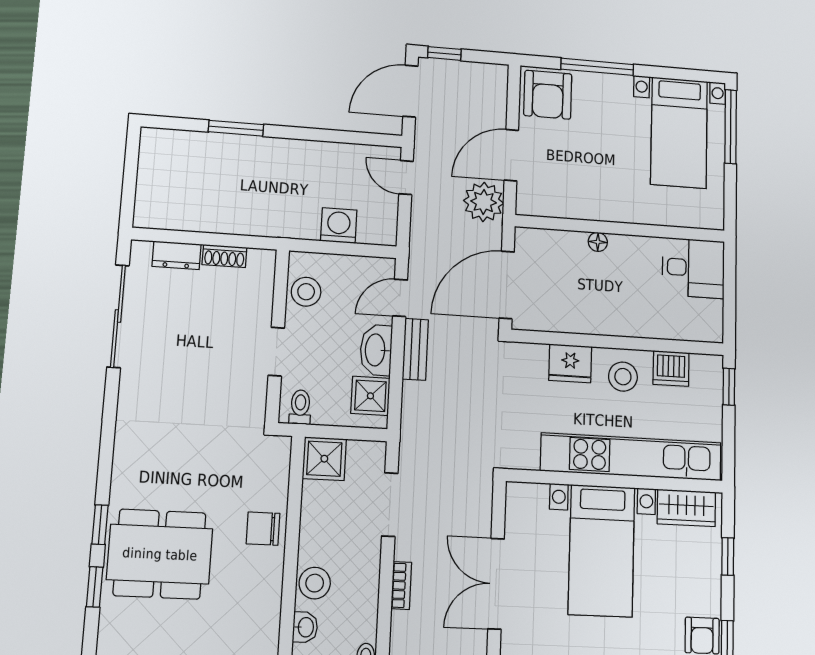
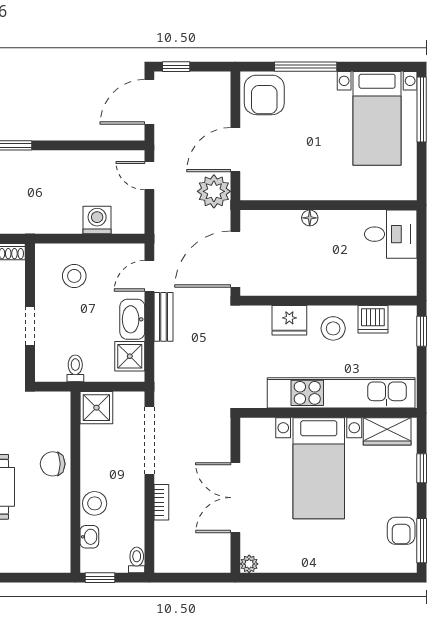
wall: (277, 335) -> (30, 313), moved
doorway: (276, 352) -> (30, 326), moved
doorway: (390, 505) -> (149, 441), width x1.36

